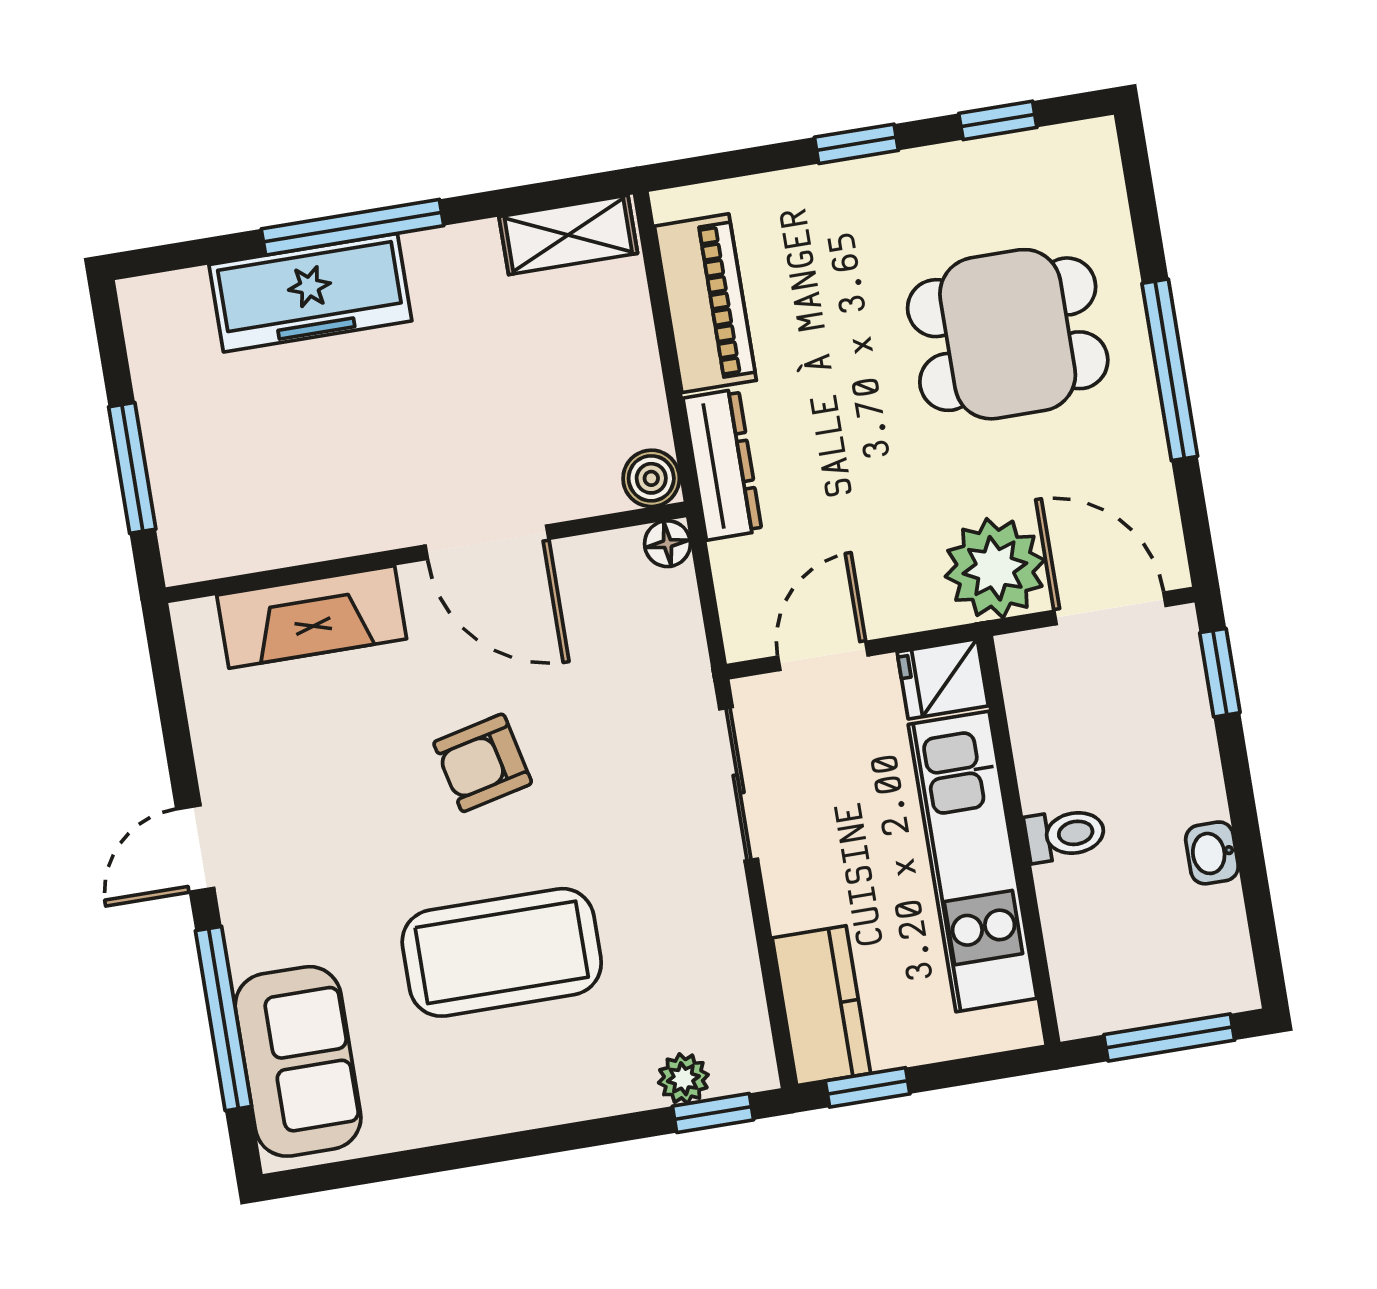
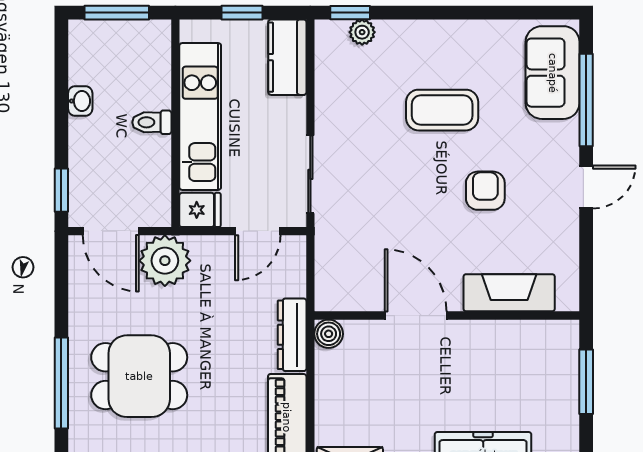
window: (1170, 370) -> (61, 383), moved
floor lamp: (667, 544) -> (326, 300), removed
armchair: (483, 763) -> (485, 191), moved, turned -77
coffee table: (502, 952) -> (442, 110), width x0.73, depth x0.76
window: (868, 1087) -> (242, 13), moved

